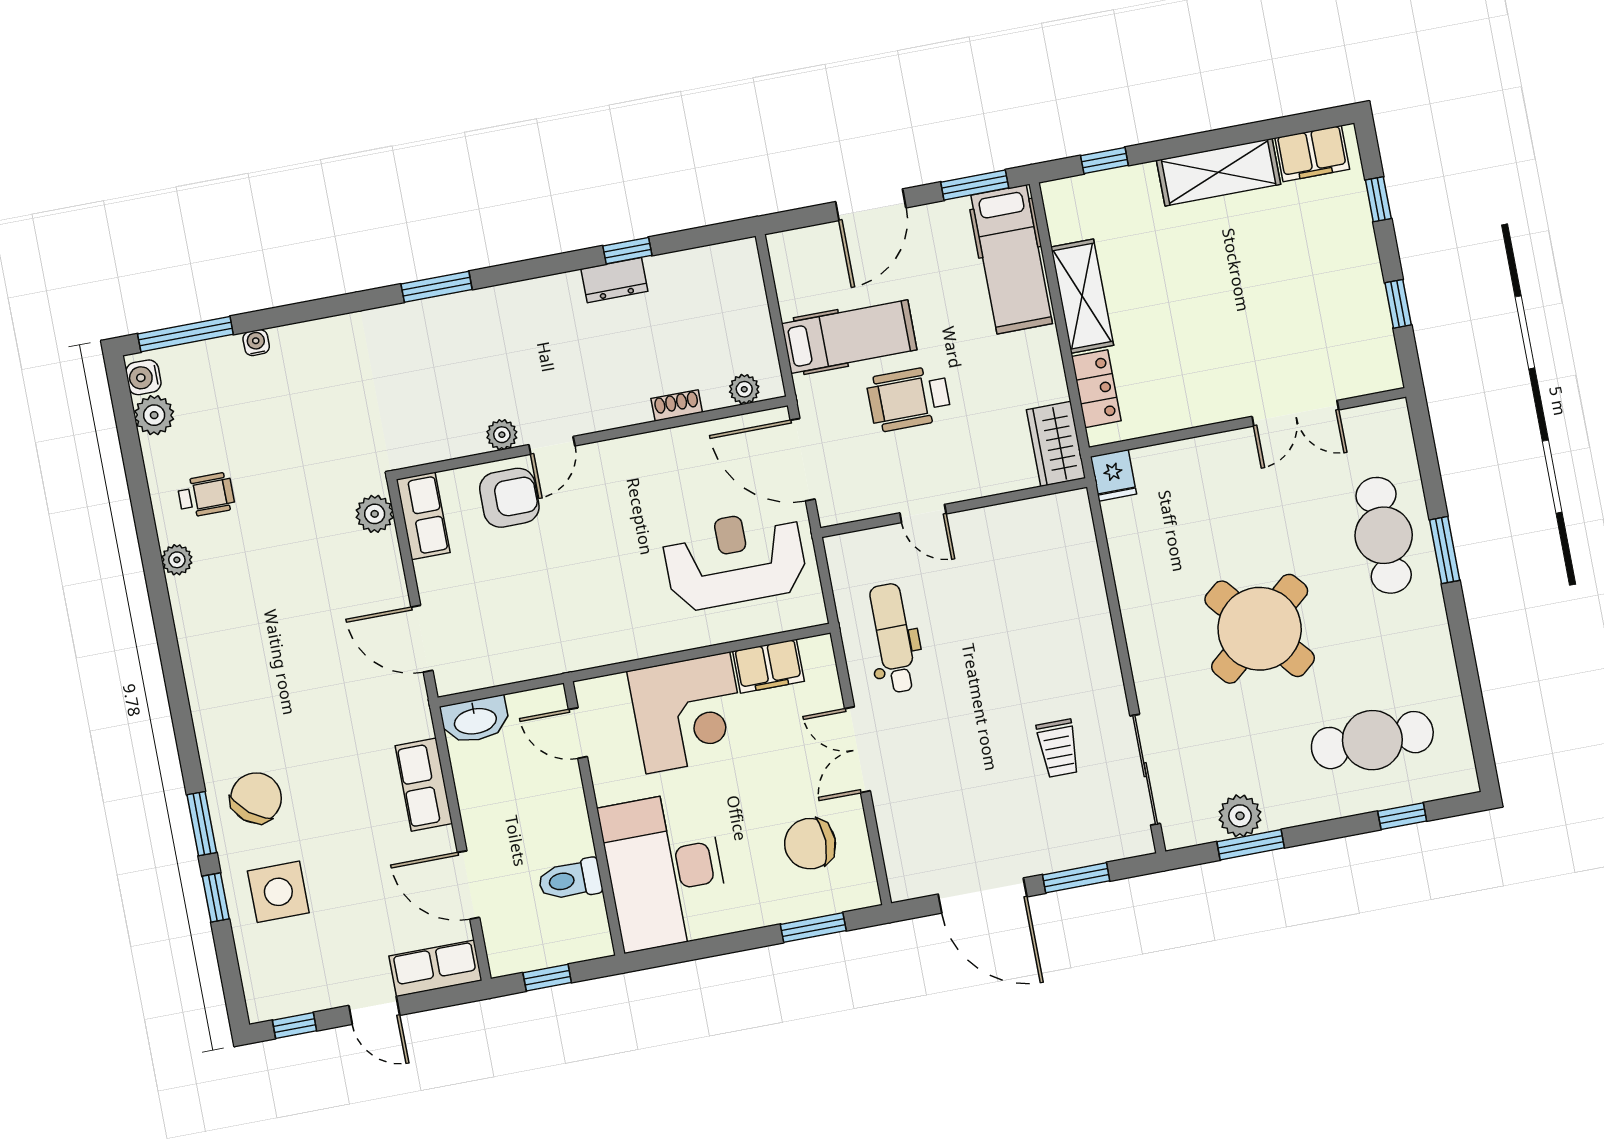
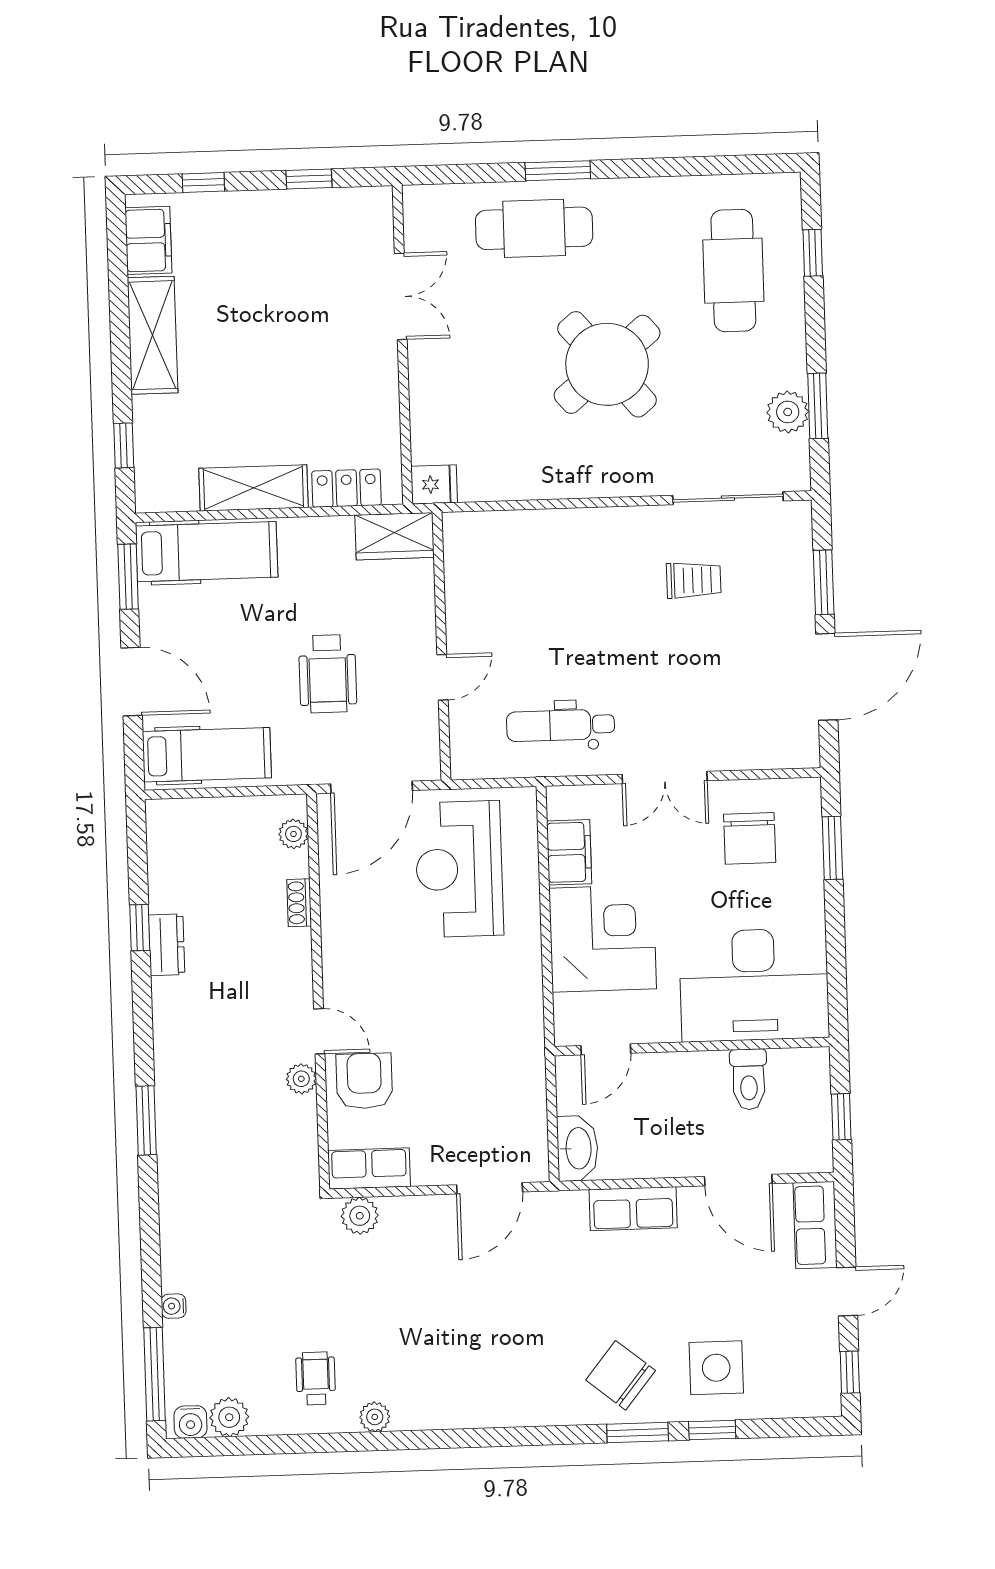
hospital bed: (849, 337) -> (207, 755), moved, turned 90
door: (468, 885) -> (738, 1180), hinge flipped

